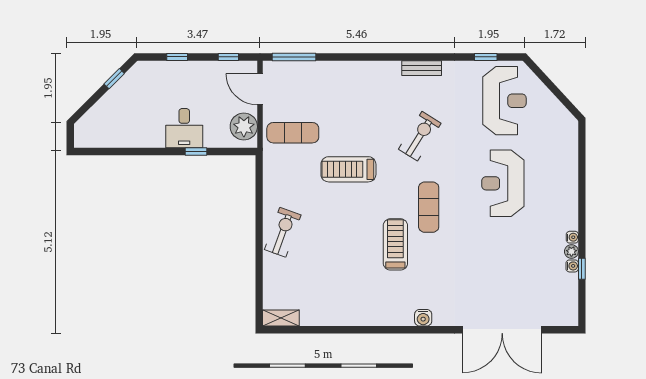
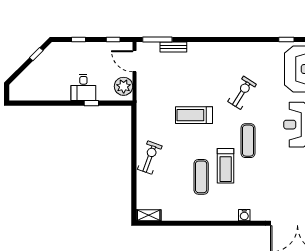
bench: (422, 68) -> (173, 47), moved
exercise mat: (293, 133) -> (201, 177), moved, turned 90
treadmill: (395, 244) -> (226, 166), turned 180

